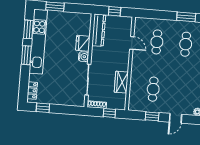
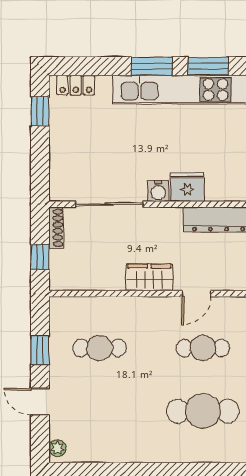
cafe table: (186, 44) -> (203, 411), width x1.37, depth x1.35
wardrobe: (121, 82) -> (149, 277), moved

